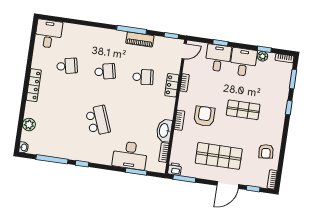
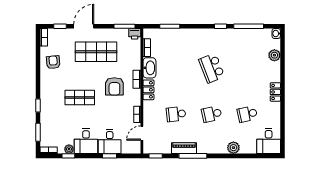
plant: (87, 32) -> (233, 148), added
door: (184, 51) -> (142, 133), moved
locker: (34, 85) -> (275, 92), width x0.66
locker: (172, 85) -> (148, 90), moved
desk: (130, 155) -> (178, 41), removed

